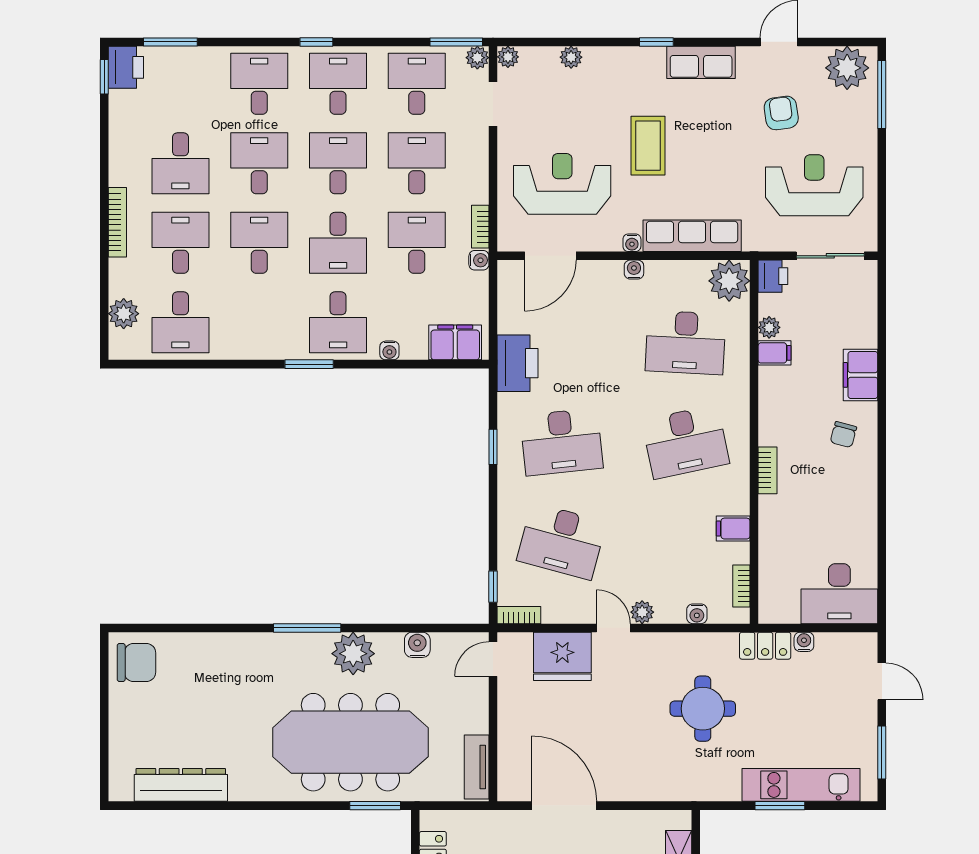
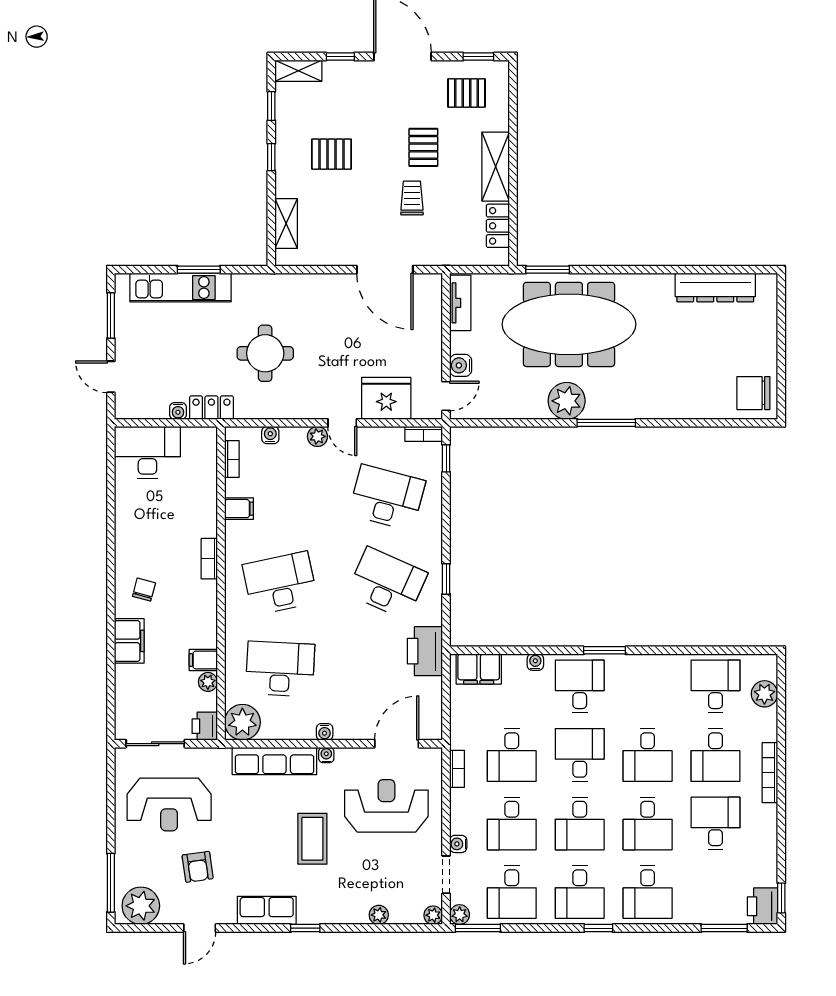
reception desk: (562, 184) -> (386, 806), turned 180
water cooler: (479, 260) -> (458, 844), moved
desk: (562, 442) -> (387, 583), turned 30
water cooler: (417, 645) -> (461, 365), moved, turned 90

